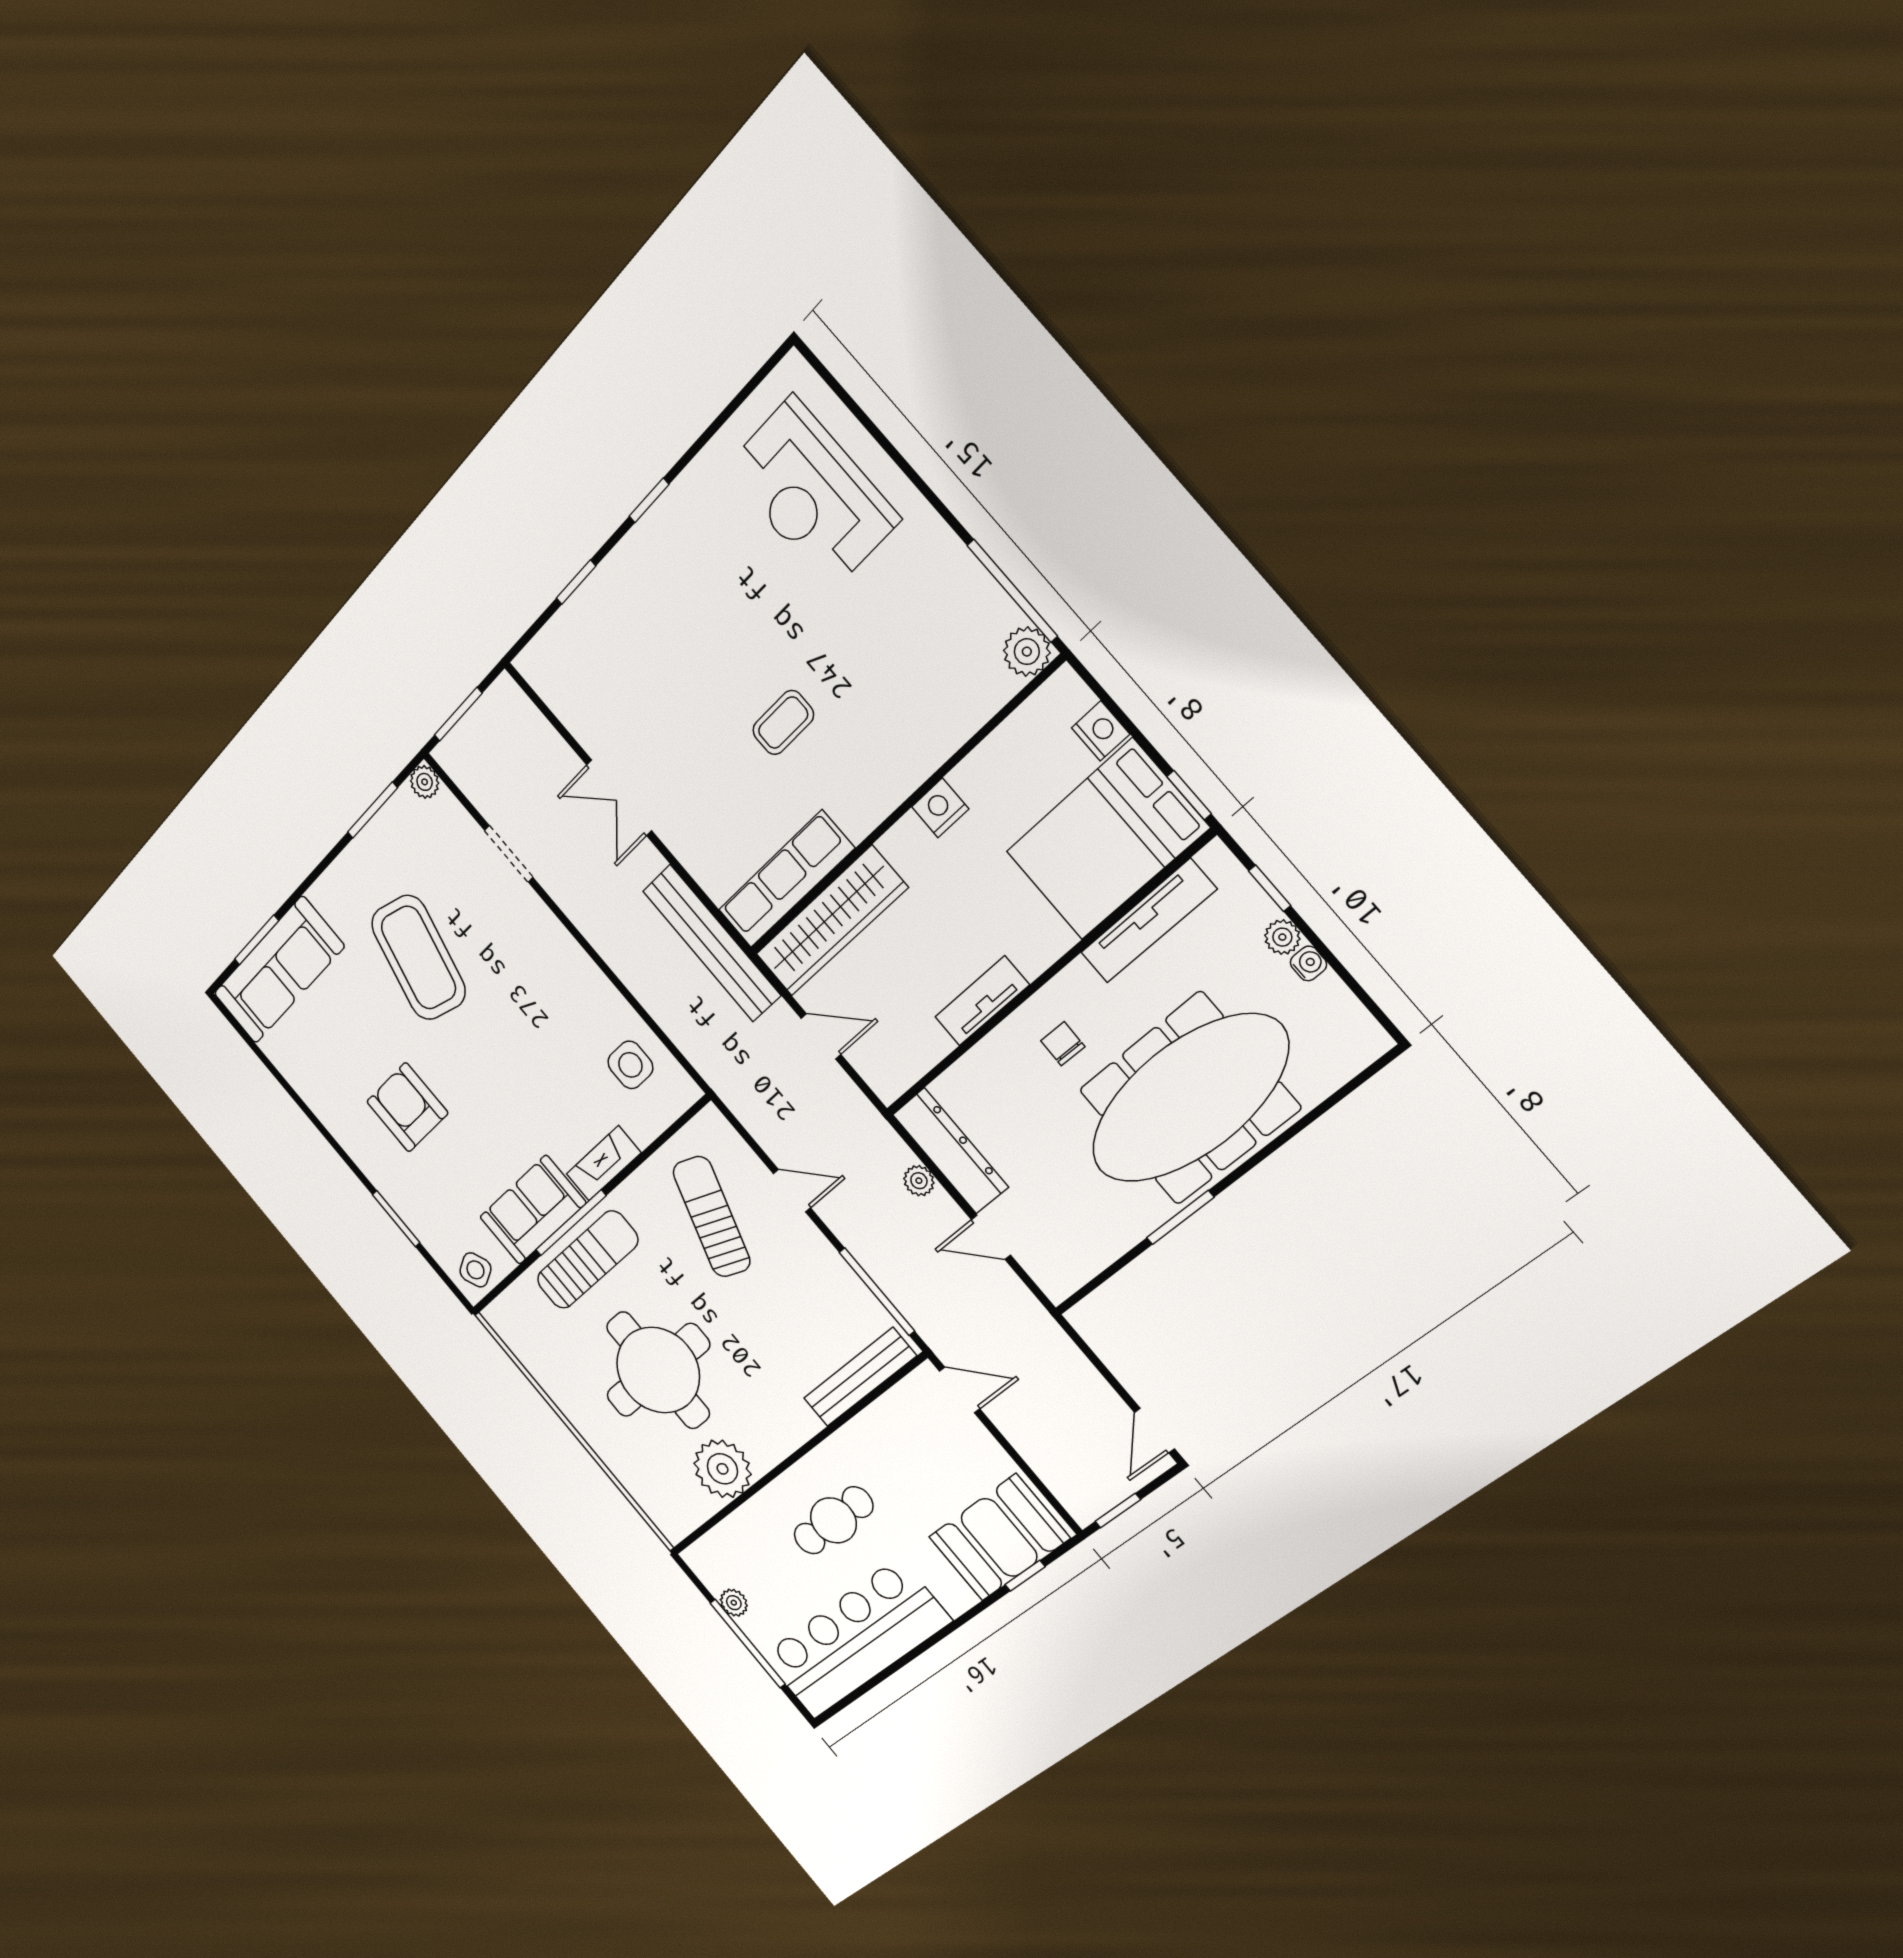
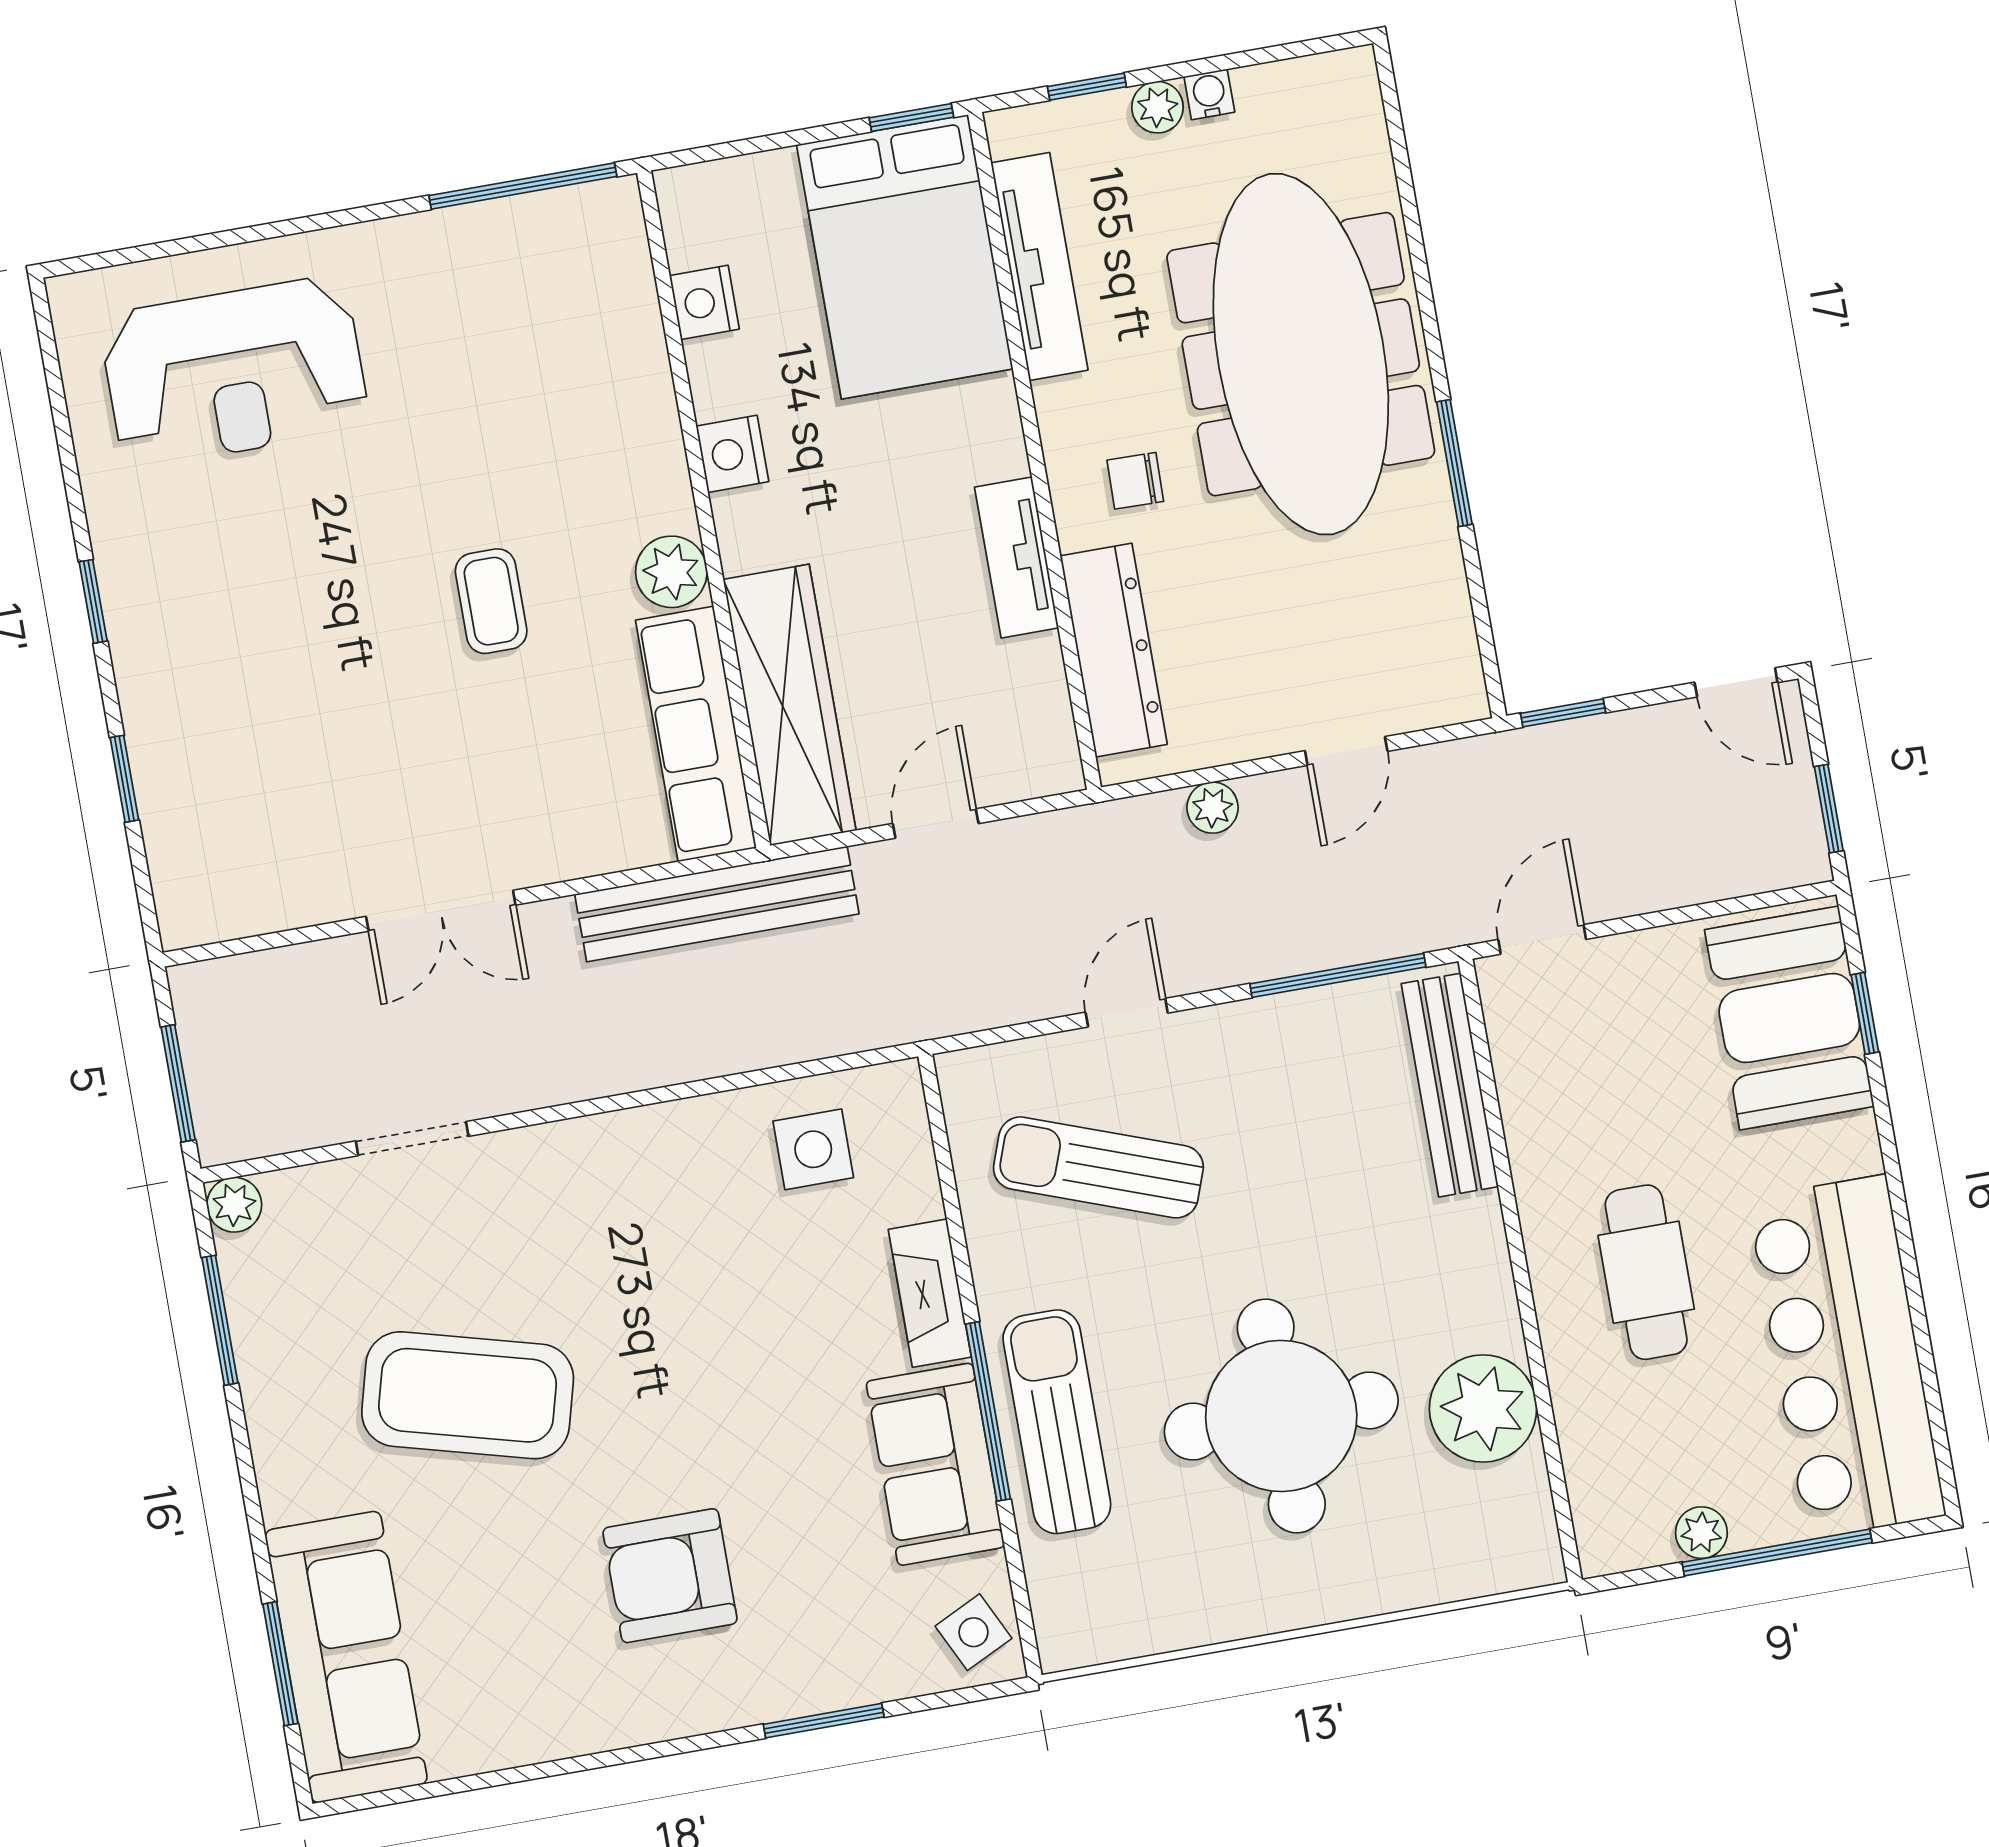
plant: (1027, 652) -> (671, 572), moved
nightstand: (1101, 731) -> (704, 302), moved, turned -90
dresser: (950, 1151) -> (1114, 650), moved, turned 90
window: (1082, 1344) -> (1563, 713), added

